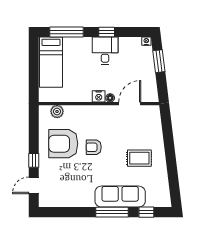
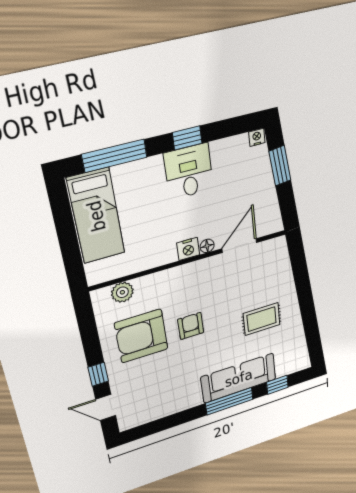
armchair: (94, 147) -> (191, 326), turned 90
door: (34, 185) -> (106, 407), hinge flipped

